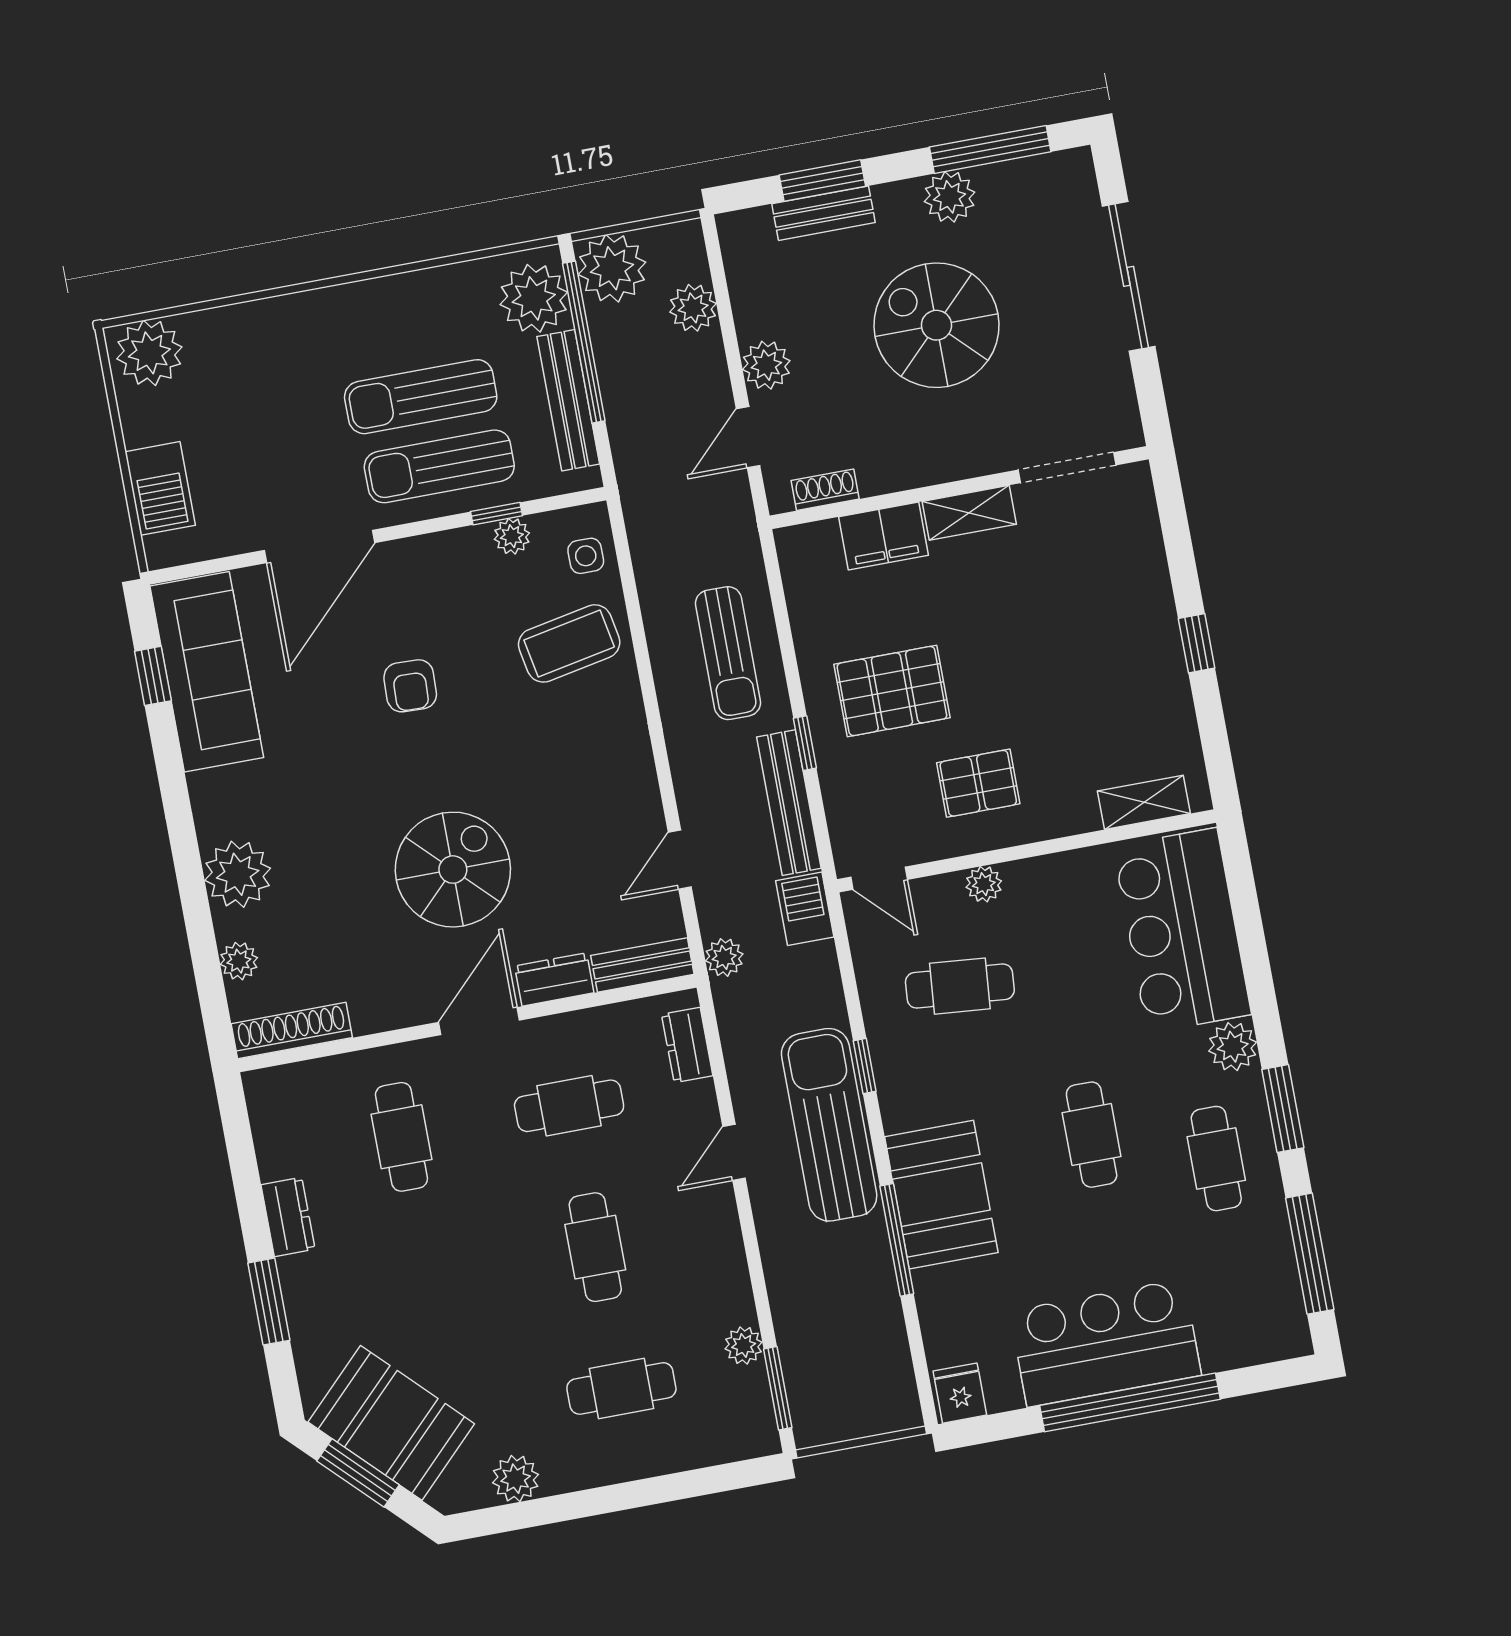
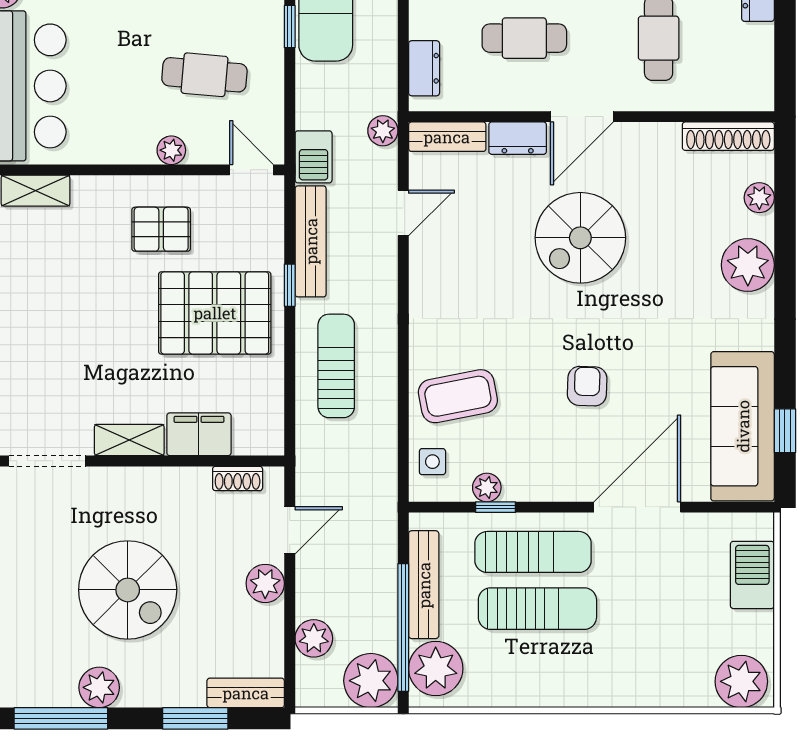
bench: (824, 213) -> (246, 693), moved
pallet: (892, 691) -> (215, 313), width x1.37, depth x1.41

